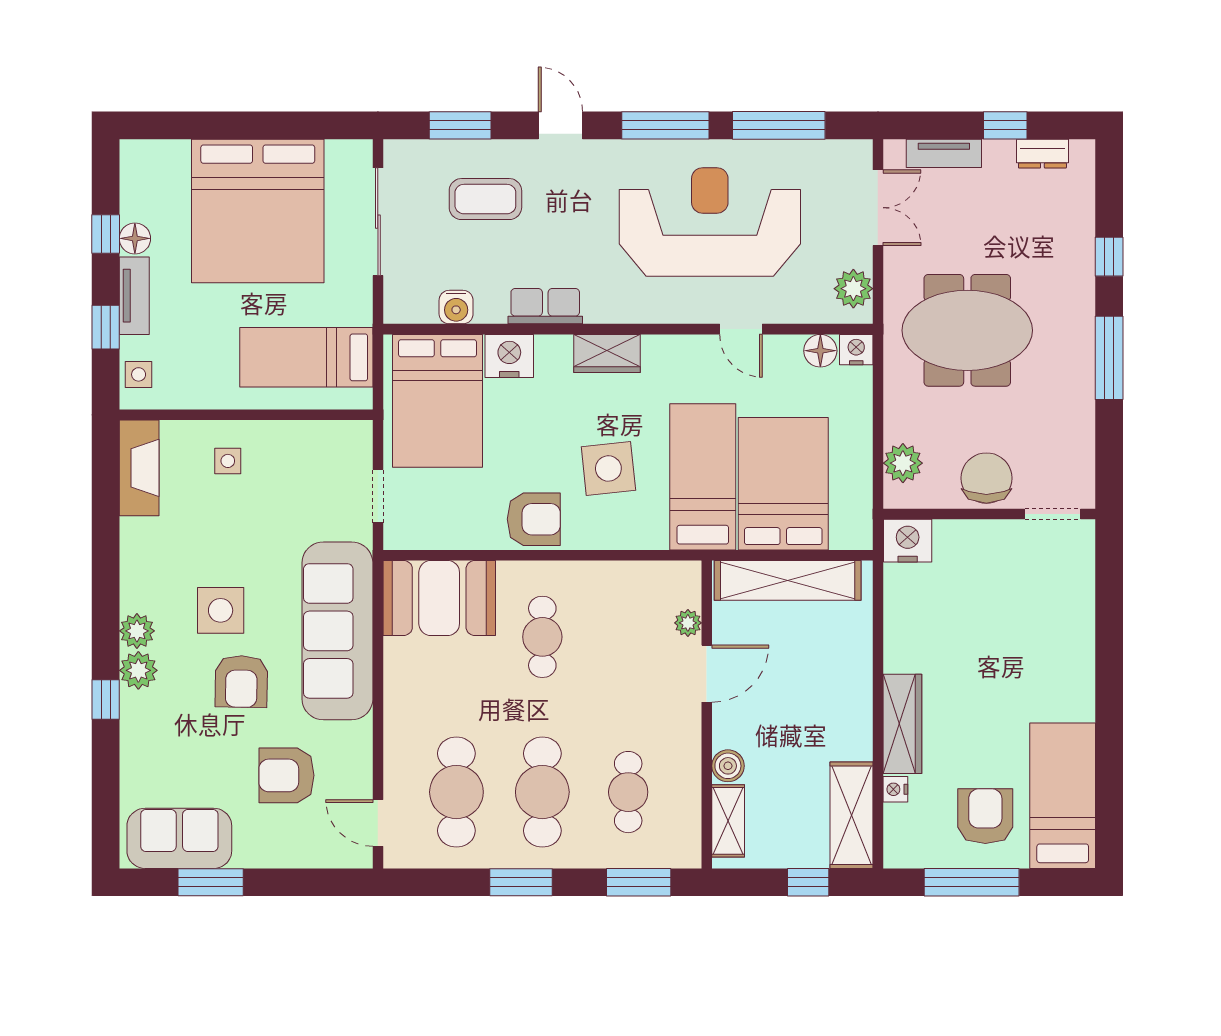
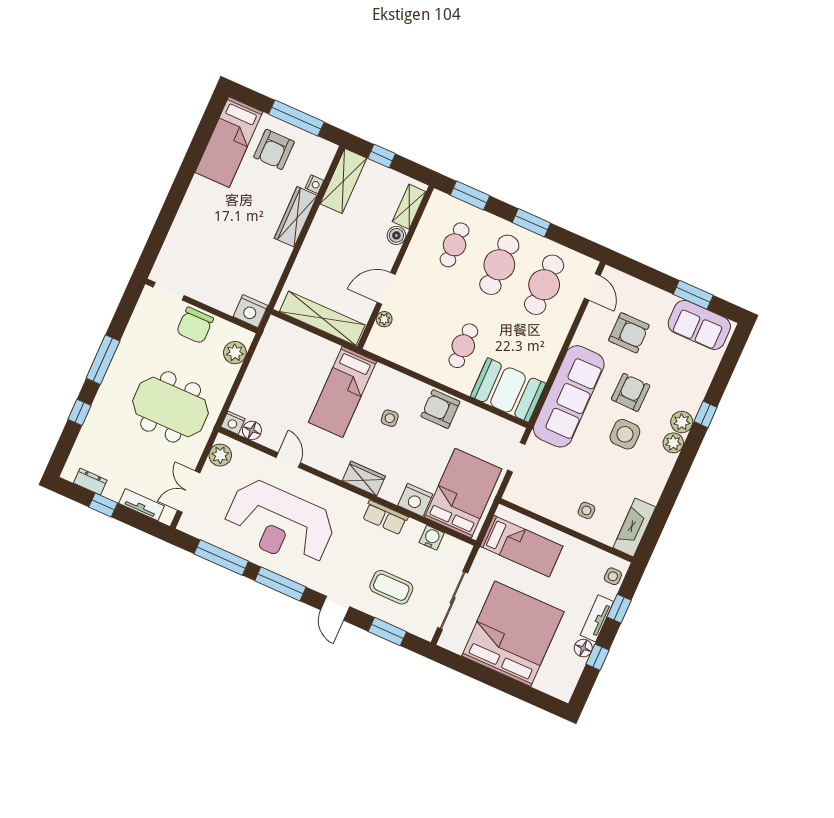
side table: (608, 468) -> (390, 418), width x0.54, depth x0.54
bed: (783, 484) -> (302, 370), removed

